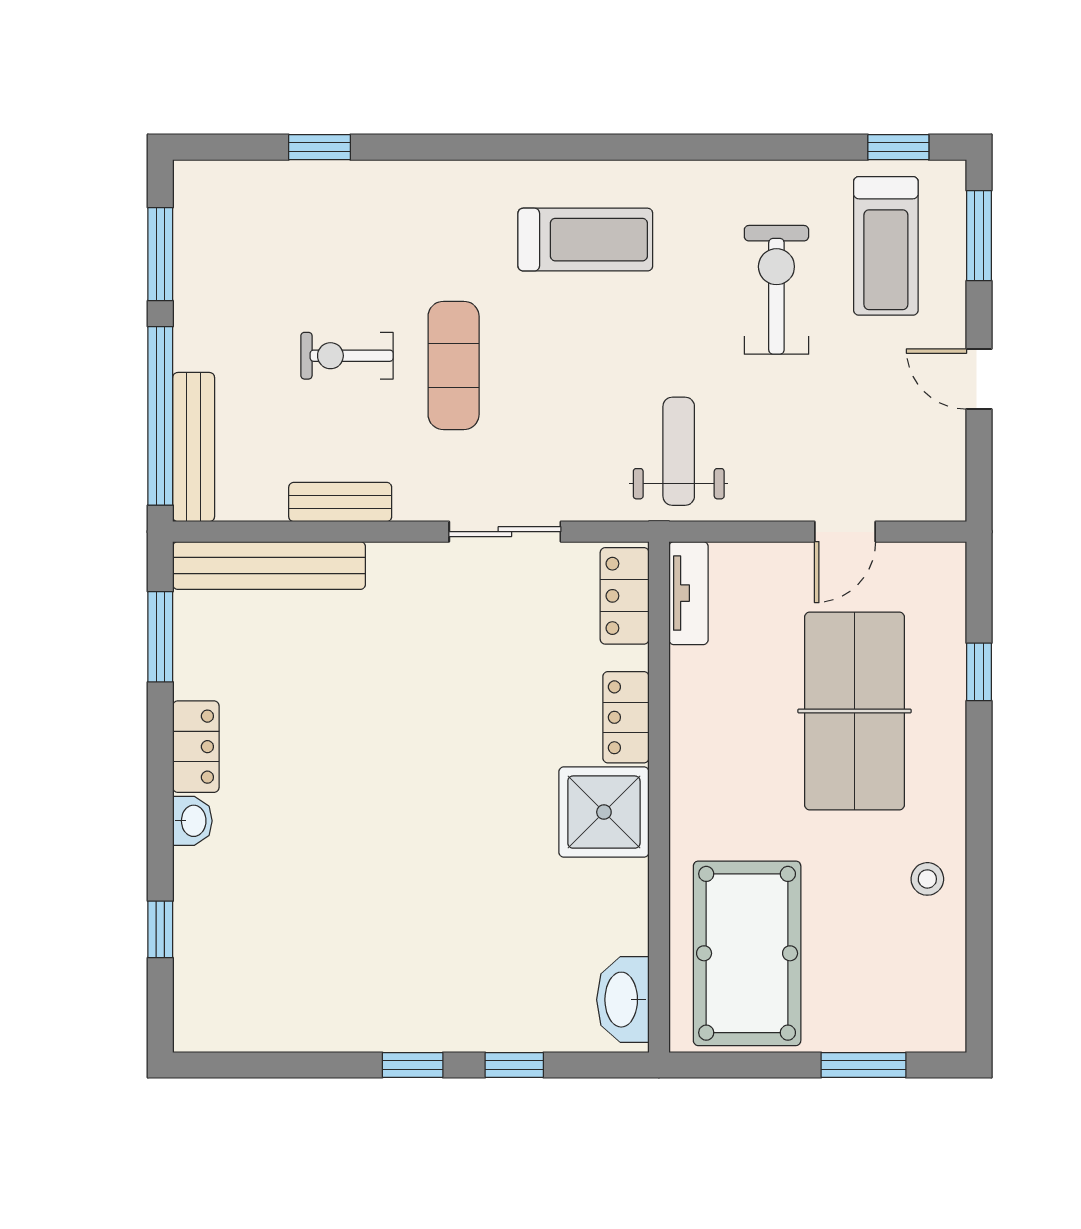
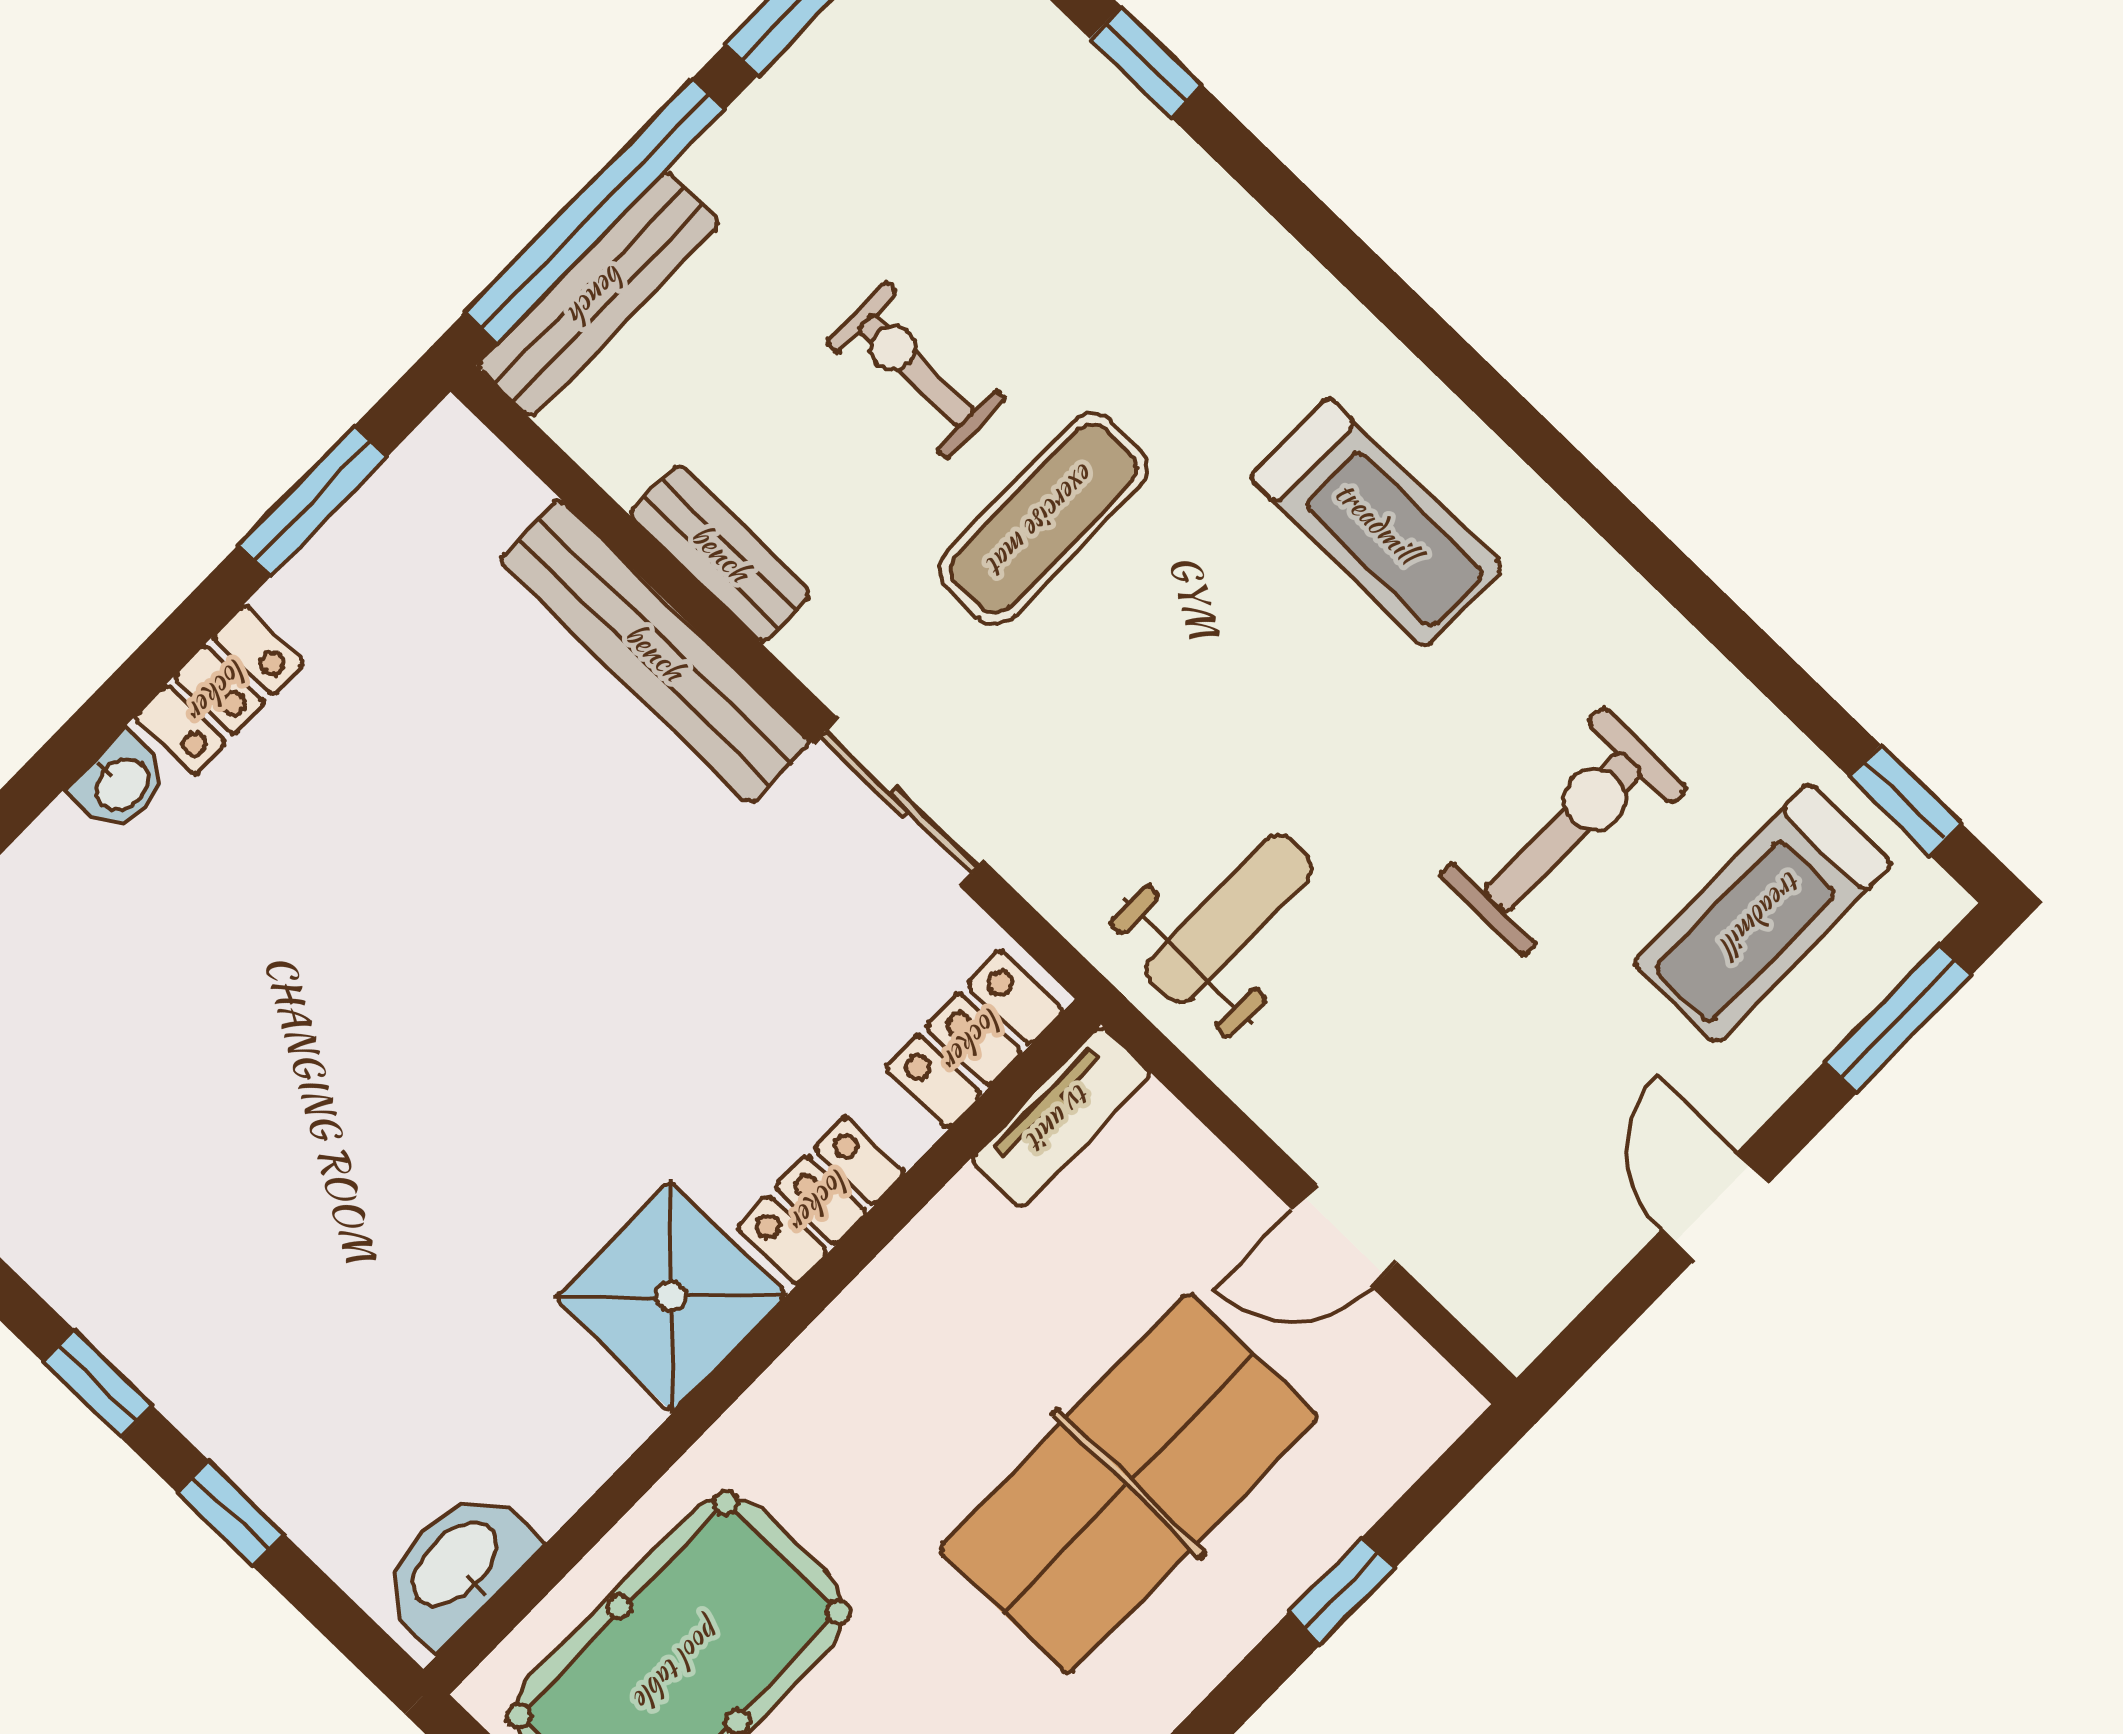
bench: (269, 566) -> (655, 652), moved

